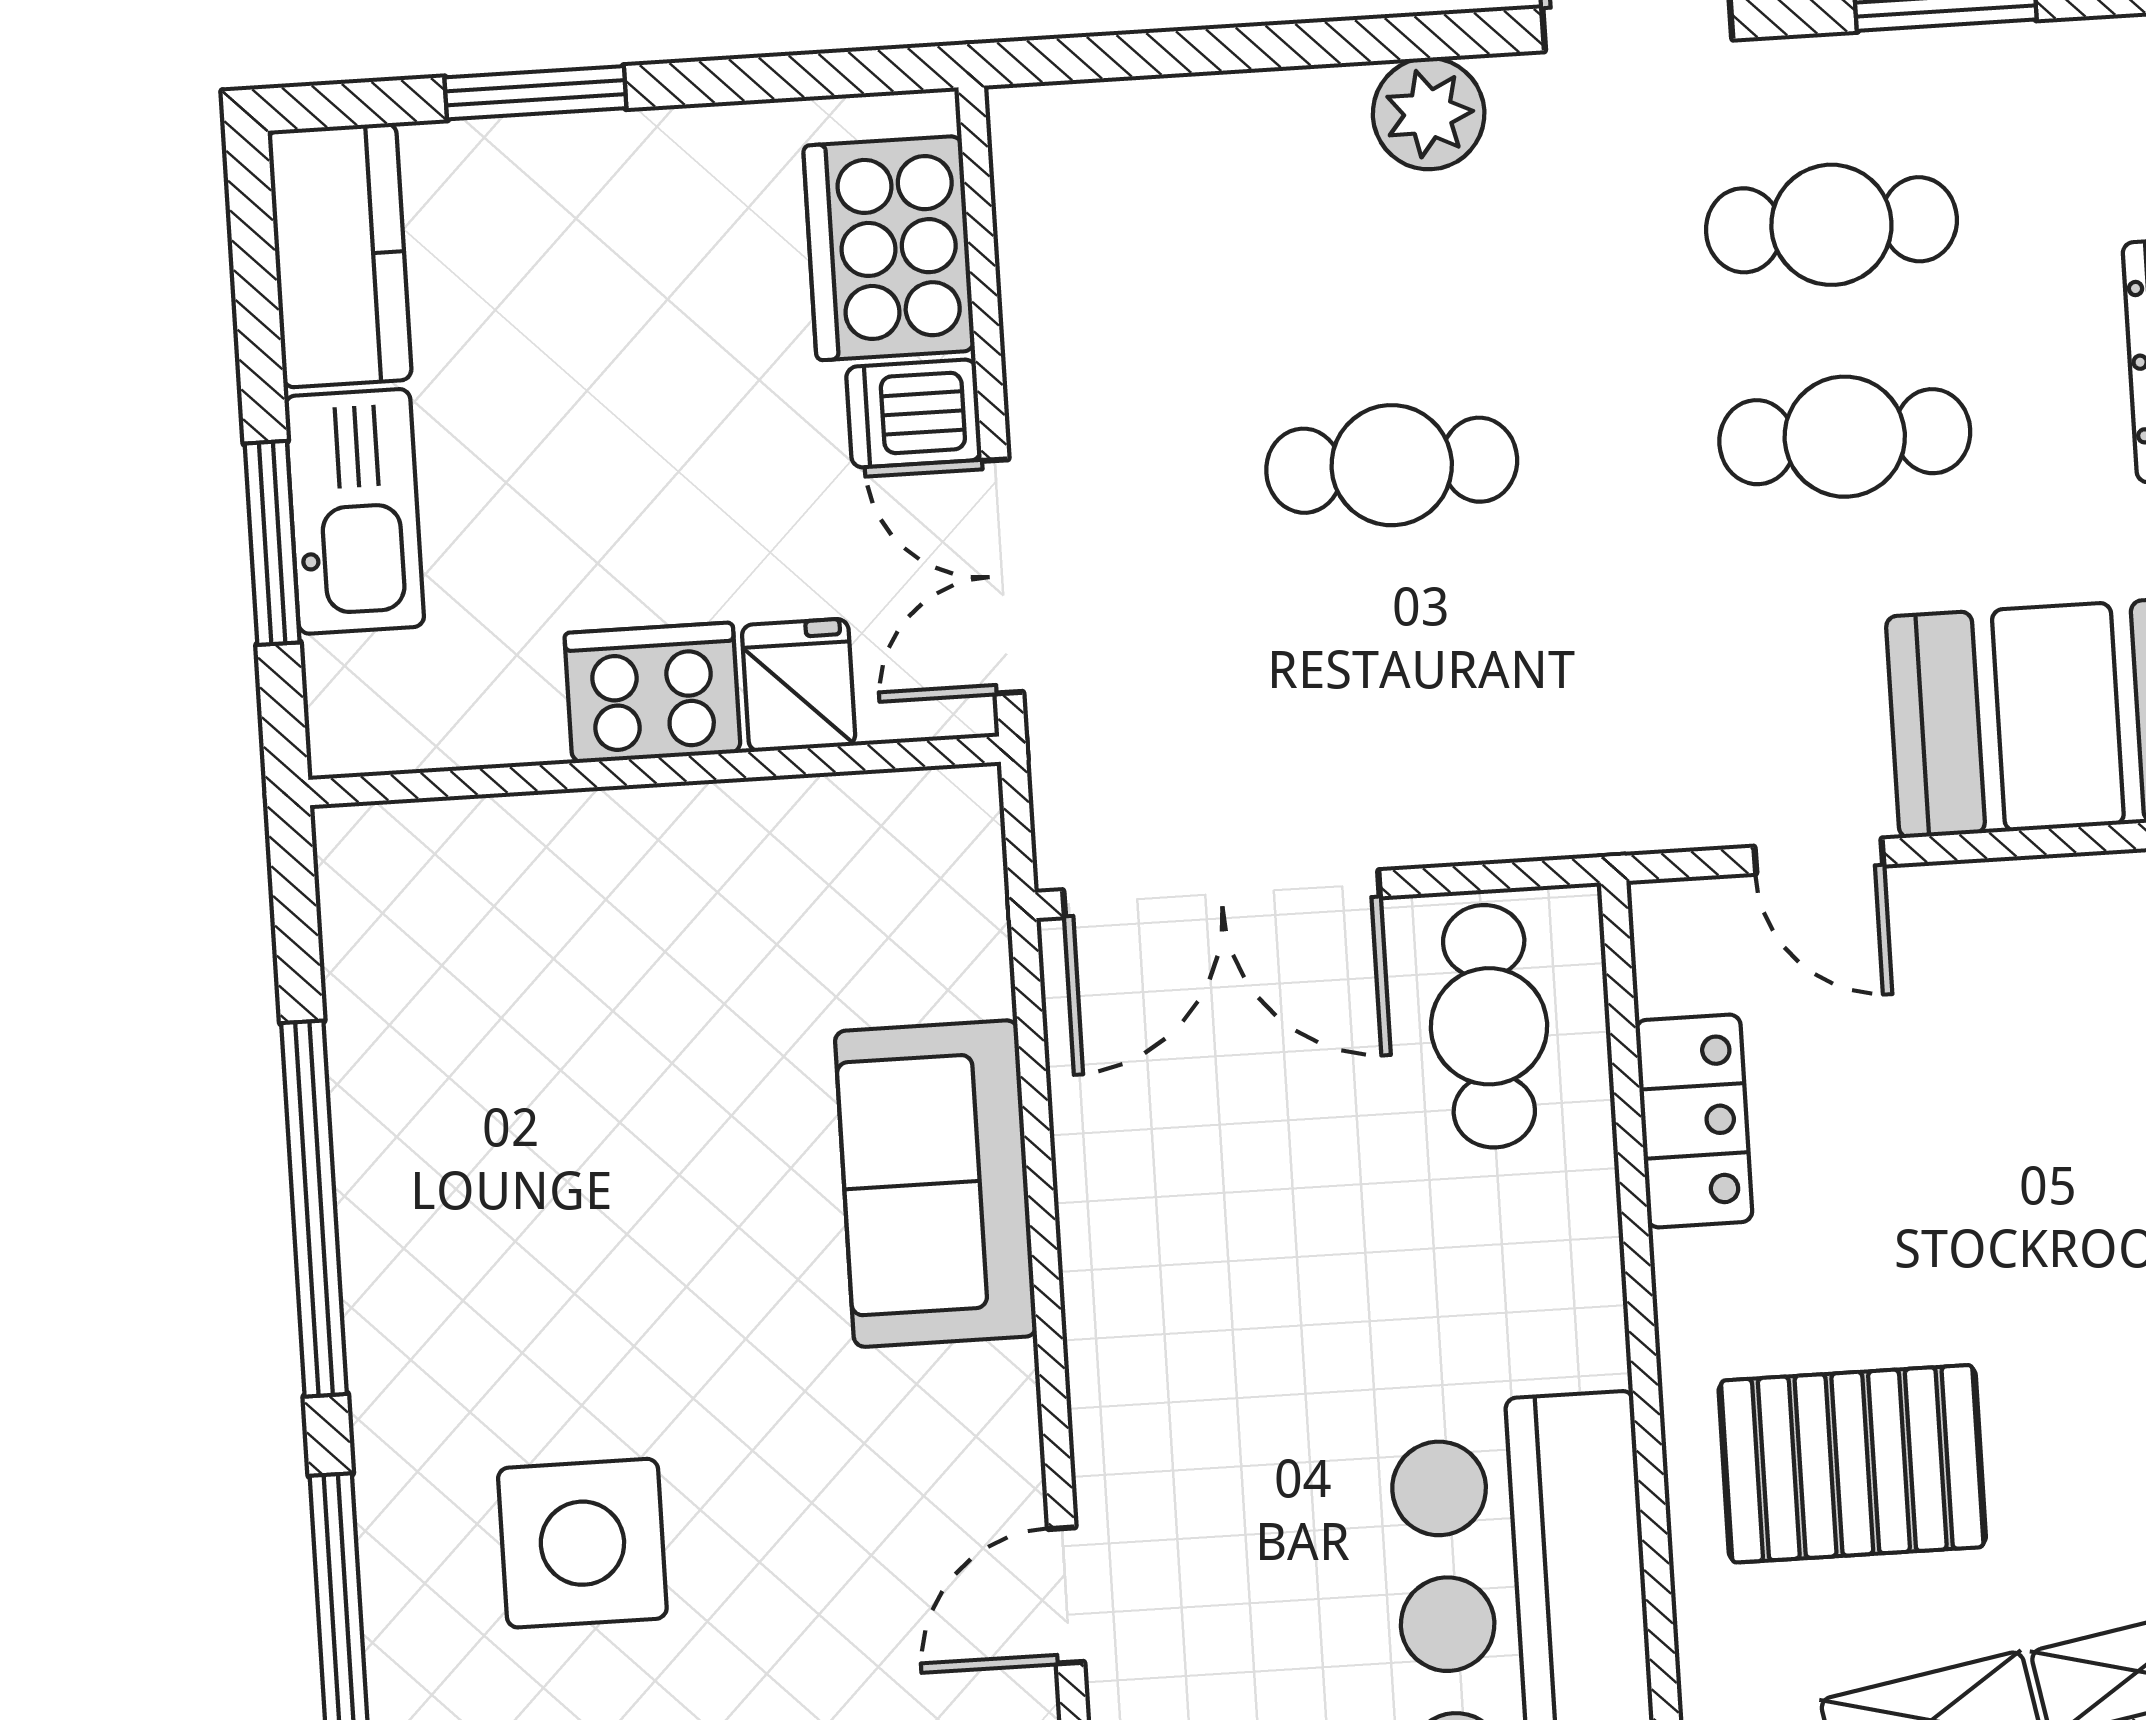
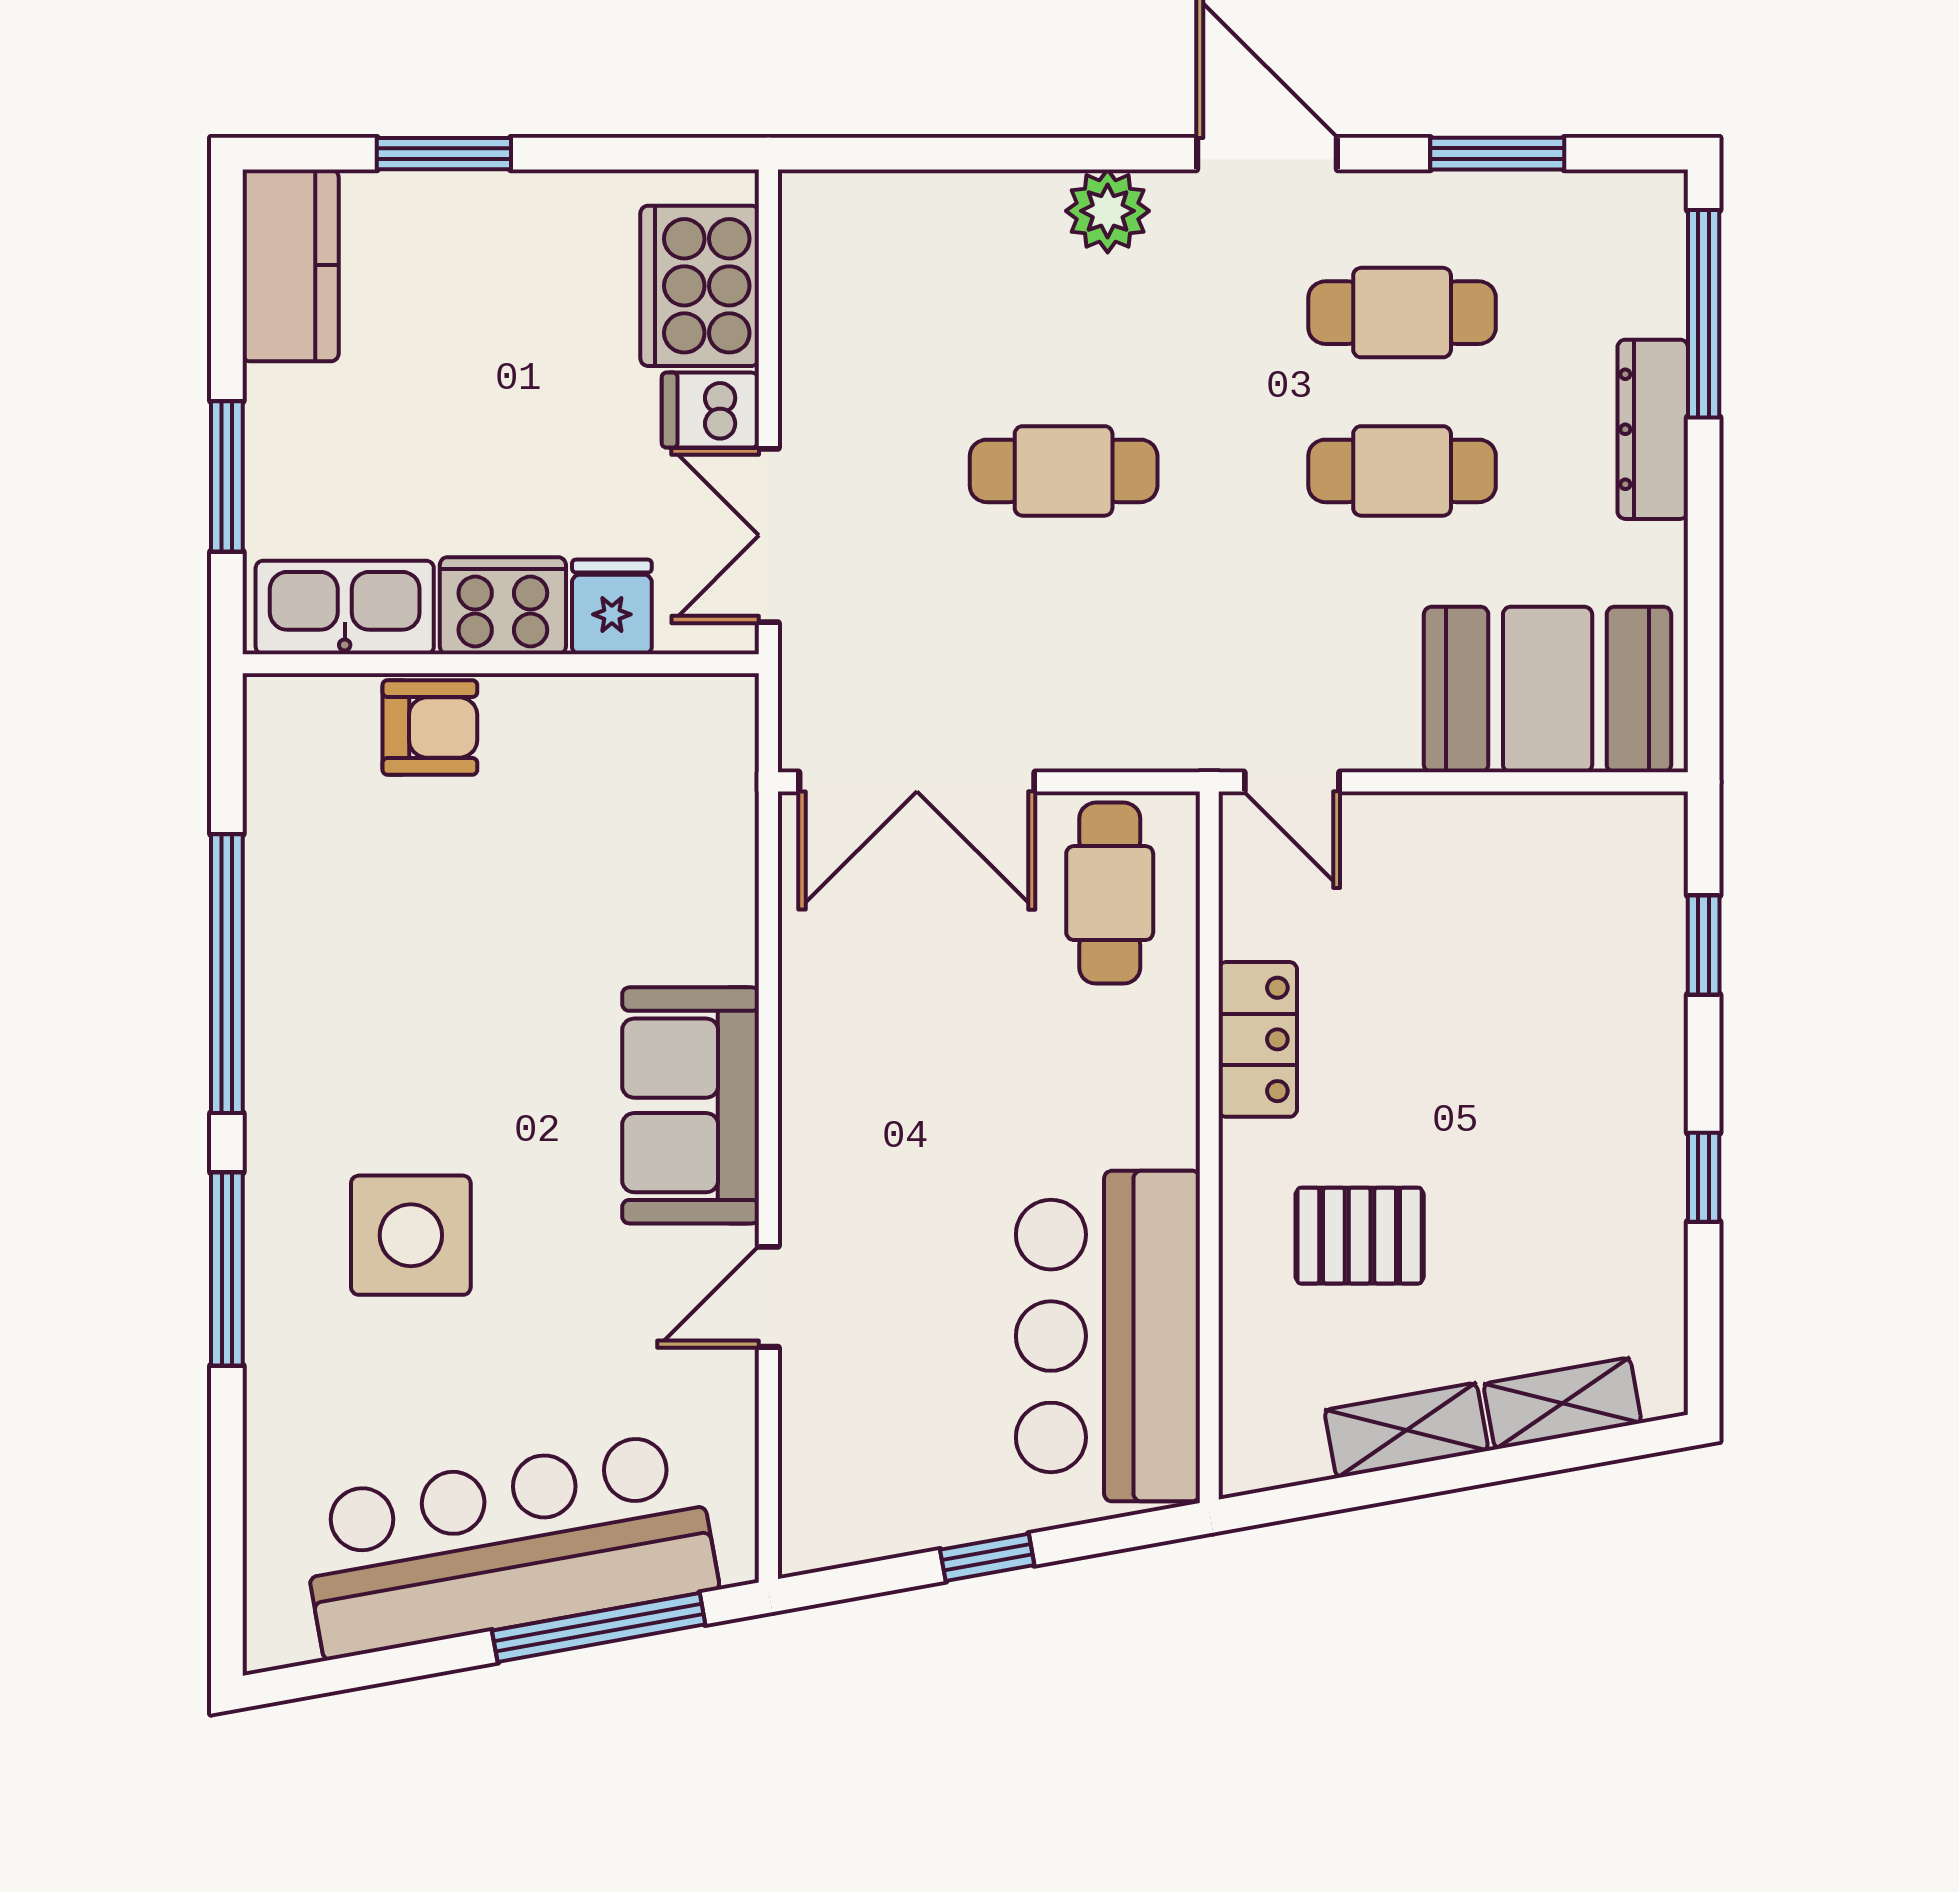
kitchen sink: (354, 511) -> (345, 607), moved, turned -90
door: (1819, 856) -> (1292, 782), moved
armchair: (565, 862) -> (430, 727), added
locker: (1694, 1121) -> (1258, 1039), moved
sofa: (936, 1184) -> (691, 1105), moved
pallet: (1852, 1464) -> (1360, 1236), width x0.67, depth x0.71

